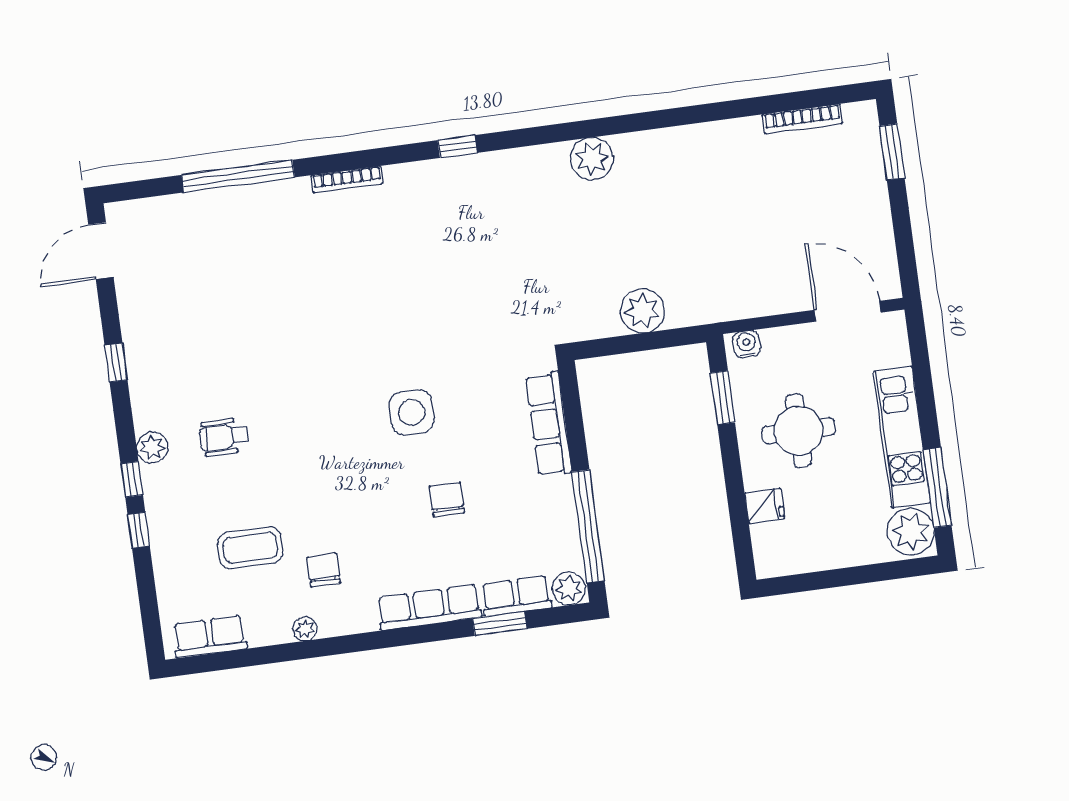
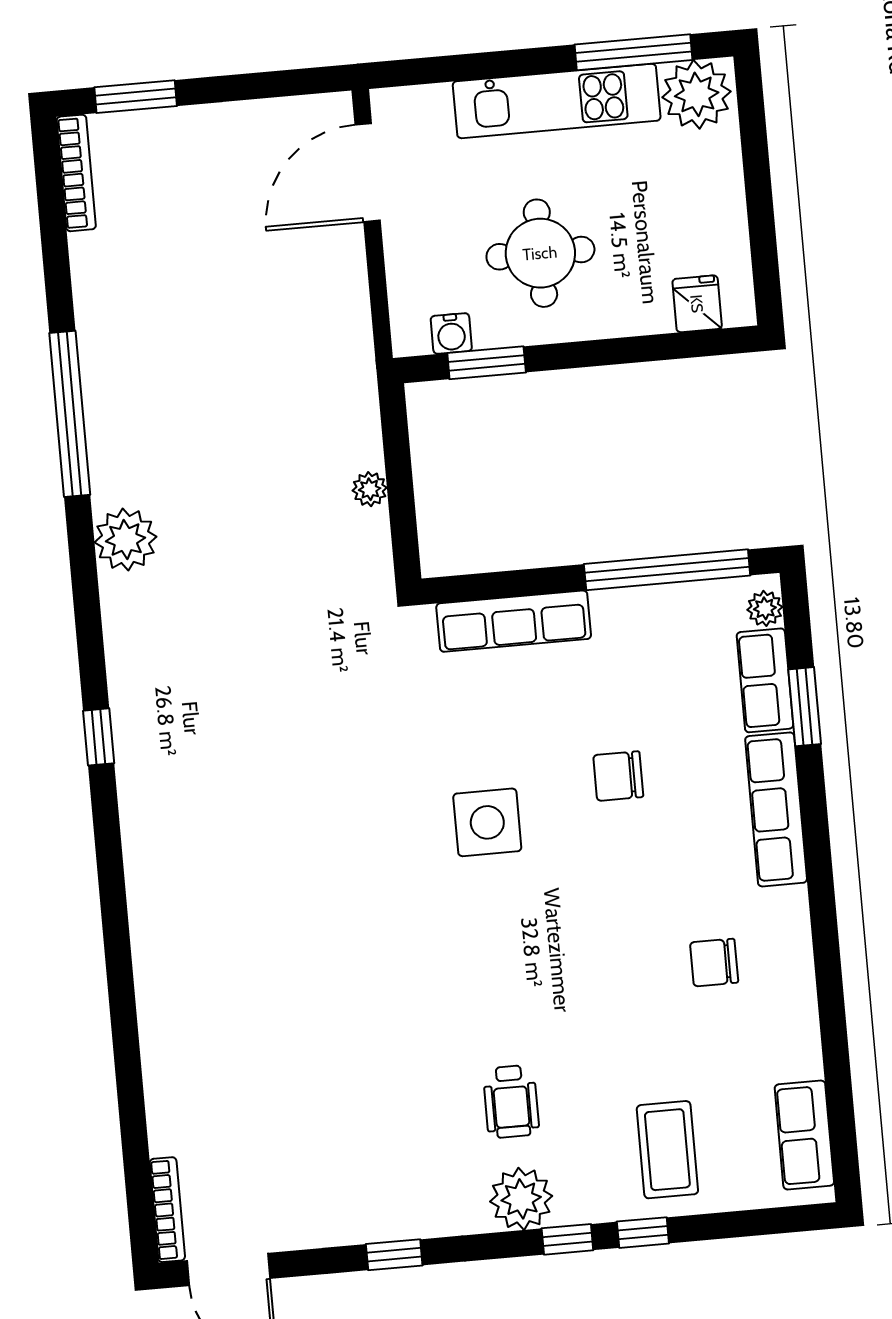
bookcase: (802, 119) -> (76, 173), moved
window: (238, 176) -> (70, 414), moved
bookcase: (347, 179) -> (167, 1210), moved
plant: (642, 311) -> (370, 489), width x0.53, depth x0.53
water cooler: (746, 344) -> (451, 334), moved, turned -90
plant: (152, 448) -> (521, 1199), width x1.36, depth x1.36
fridge: (765, 506) -> (697, 304), moved
coffee table: (250, 548) -> (667, 1150), moved
plant: (569, 589) -> (765, 608), width x0.73, depth x0.73
plant: (305, 629) -> (799, 994), removed

